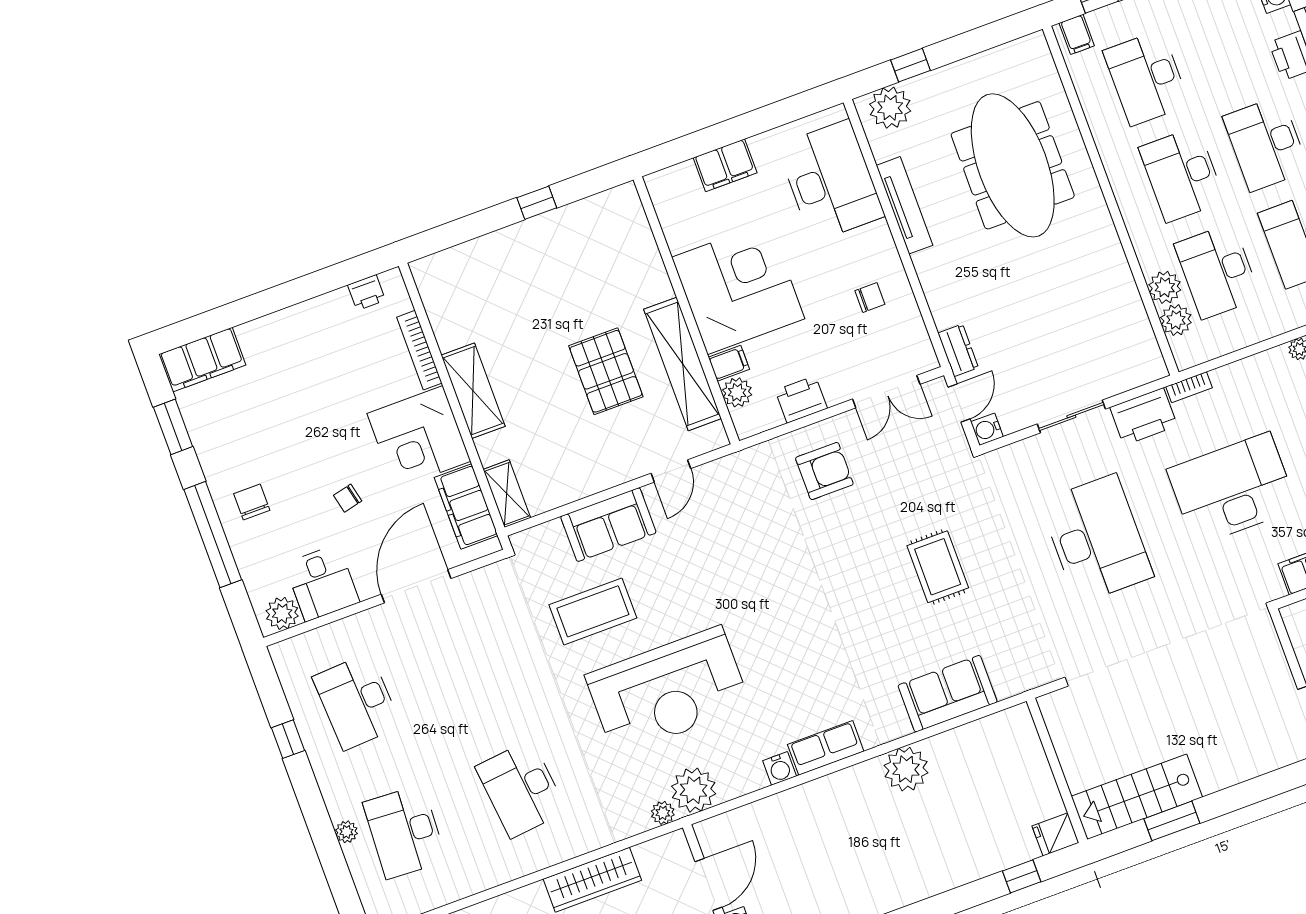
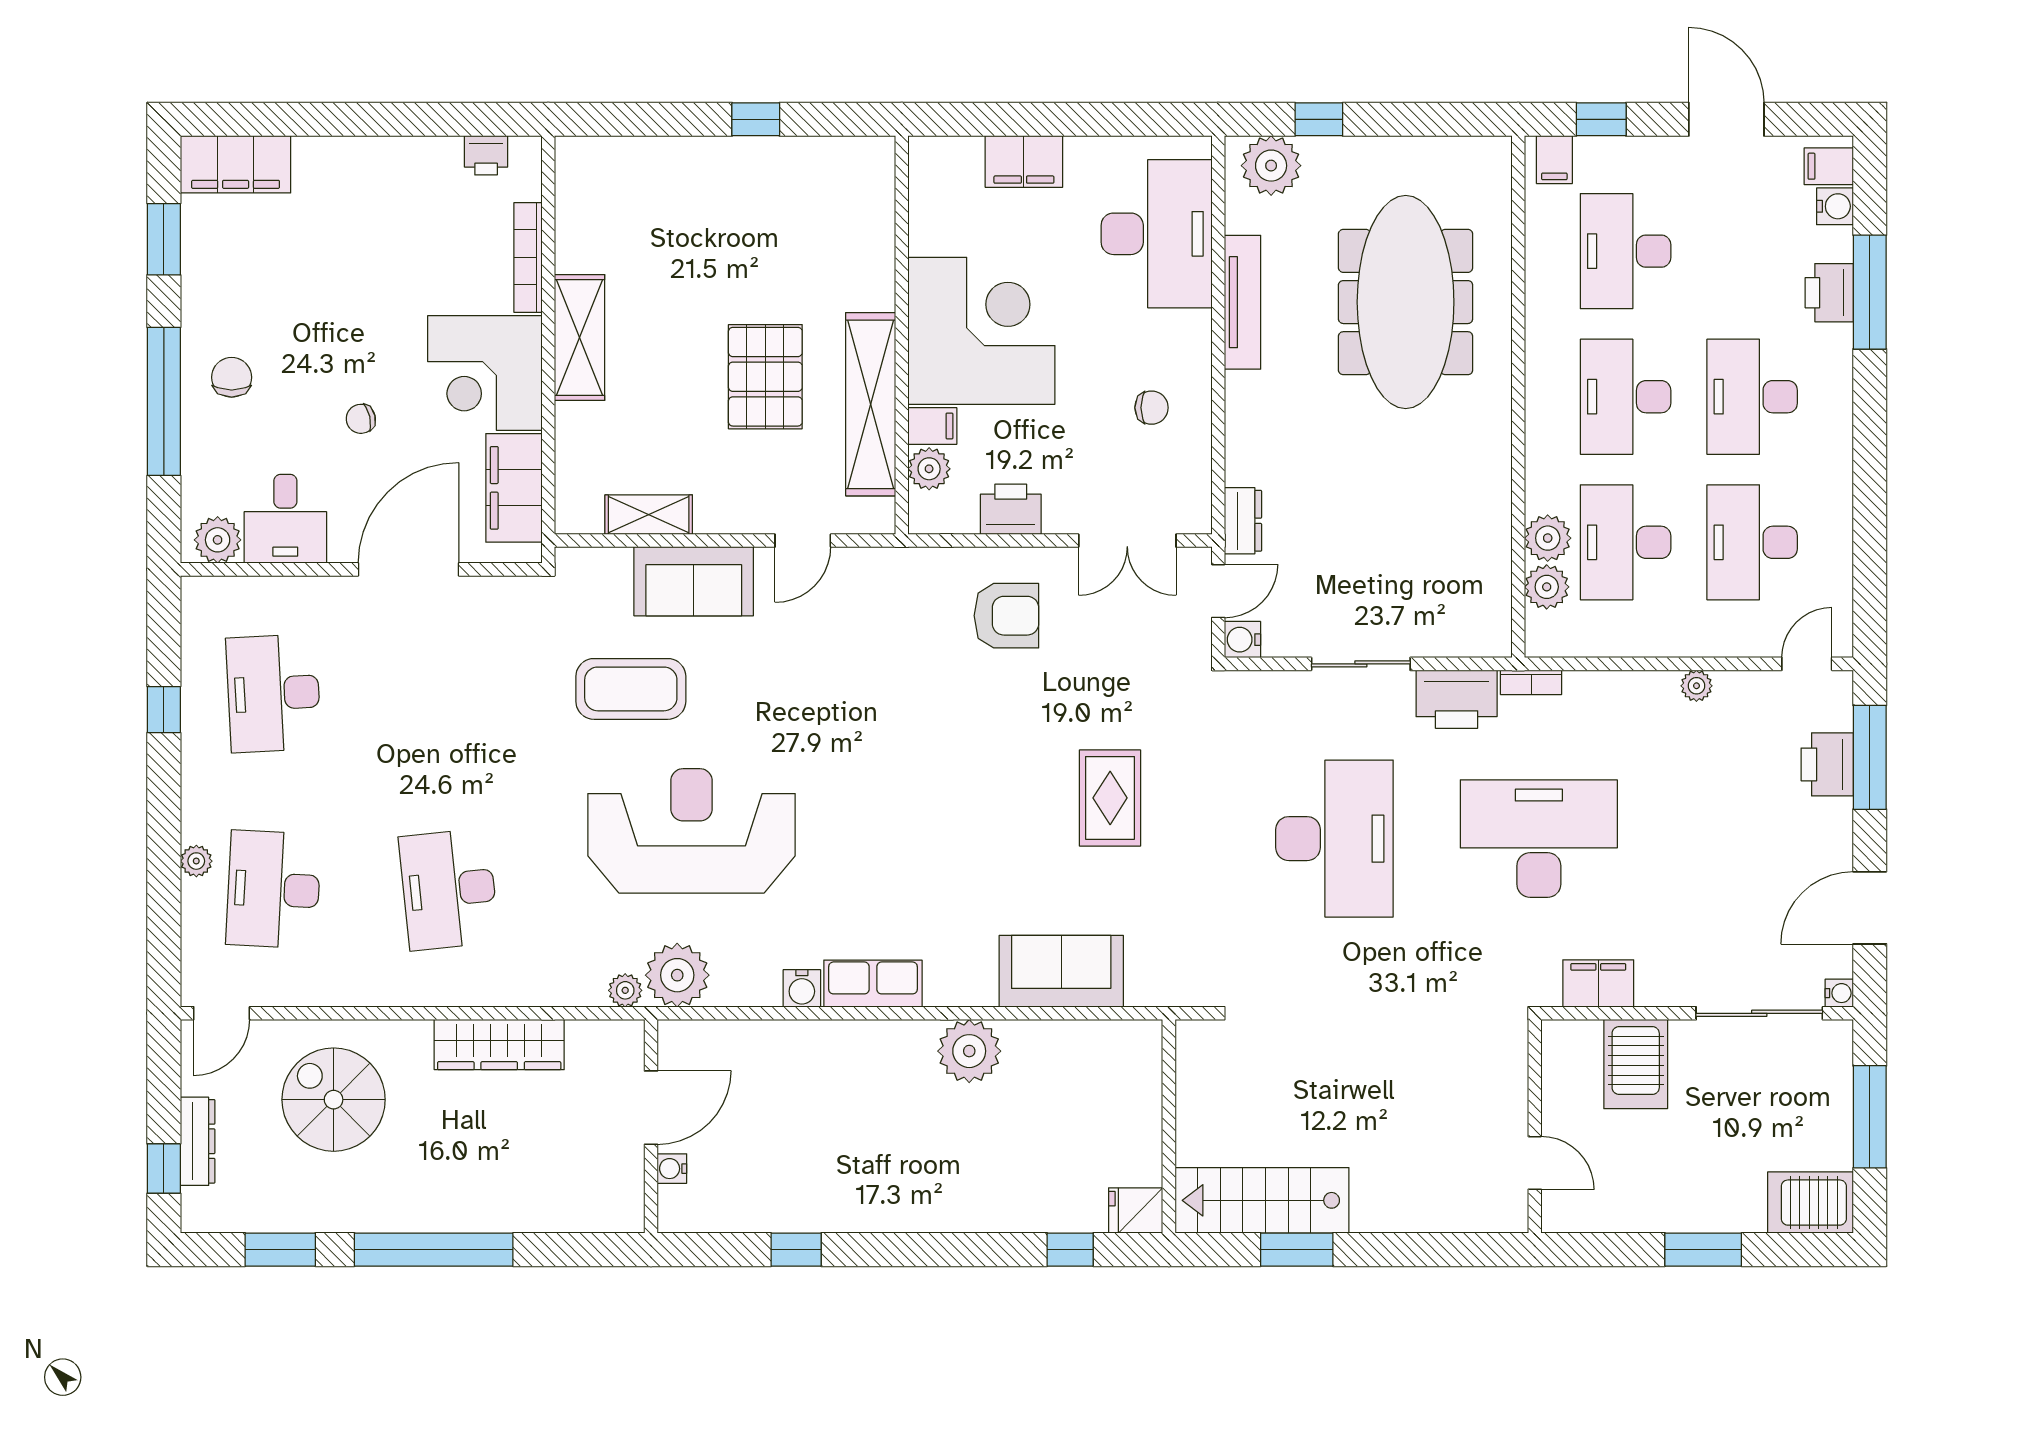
shelving: (507, 494) -> (649, 515), moved, turned 90
reception desk: (668, 691) -> (692, 831), turned 180

